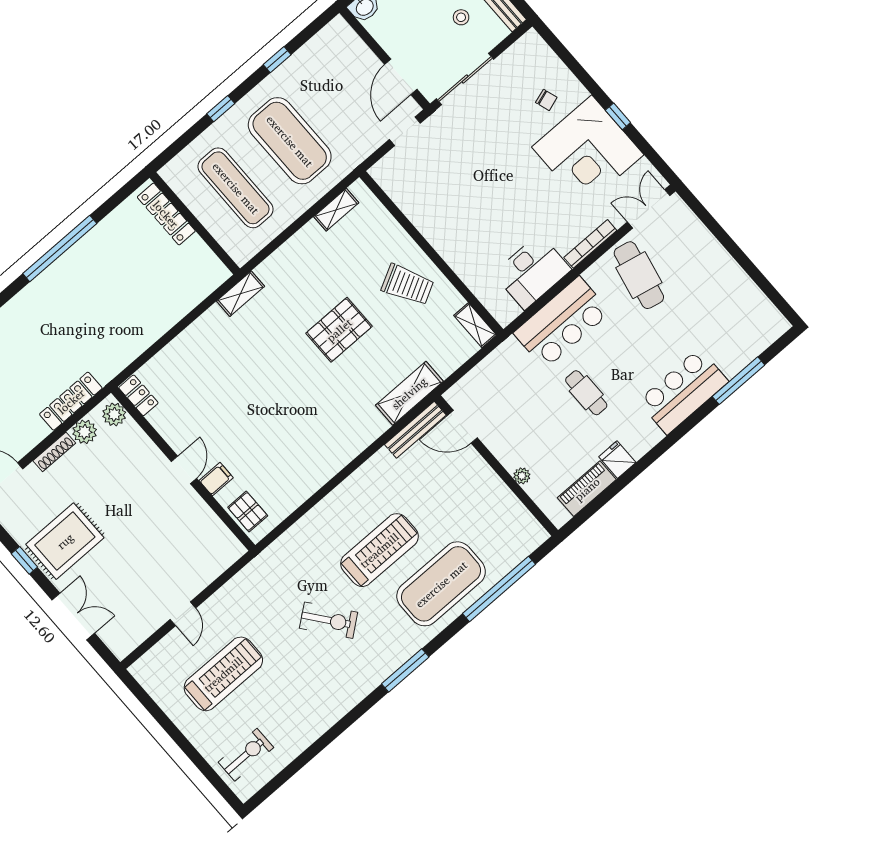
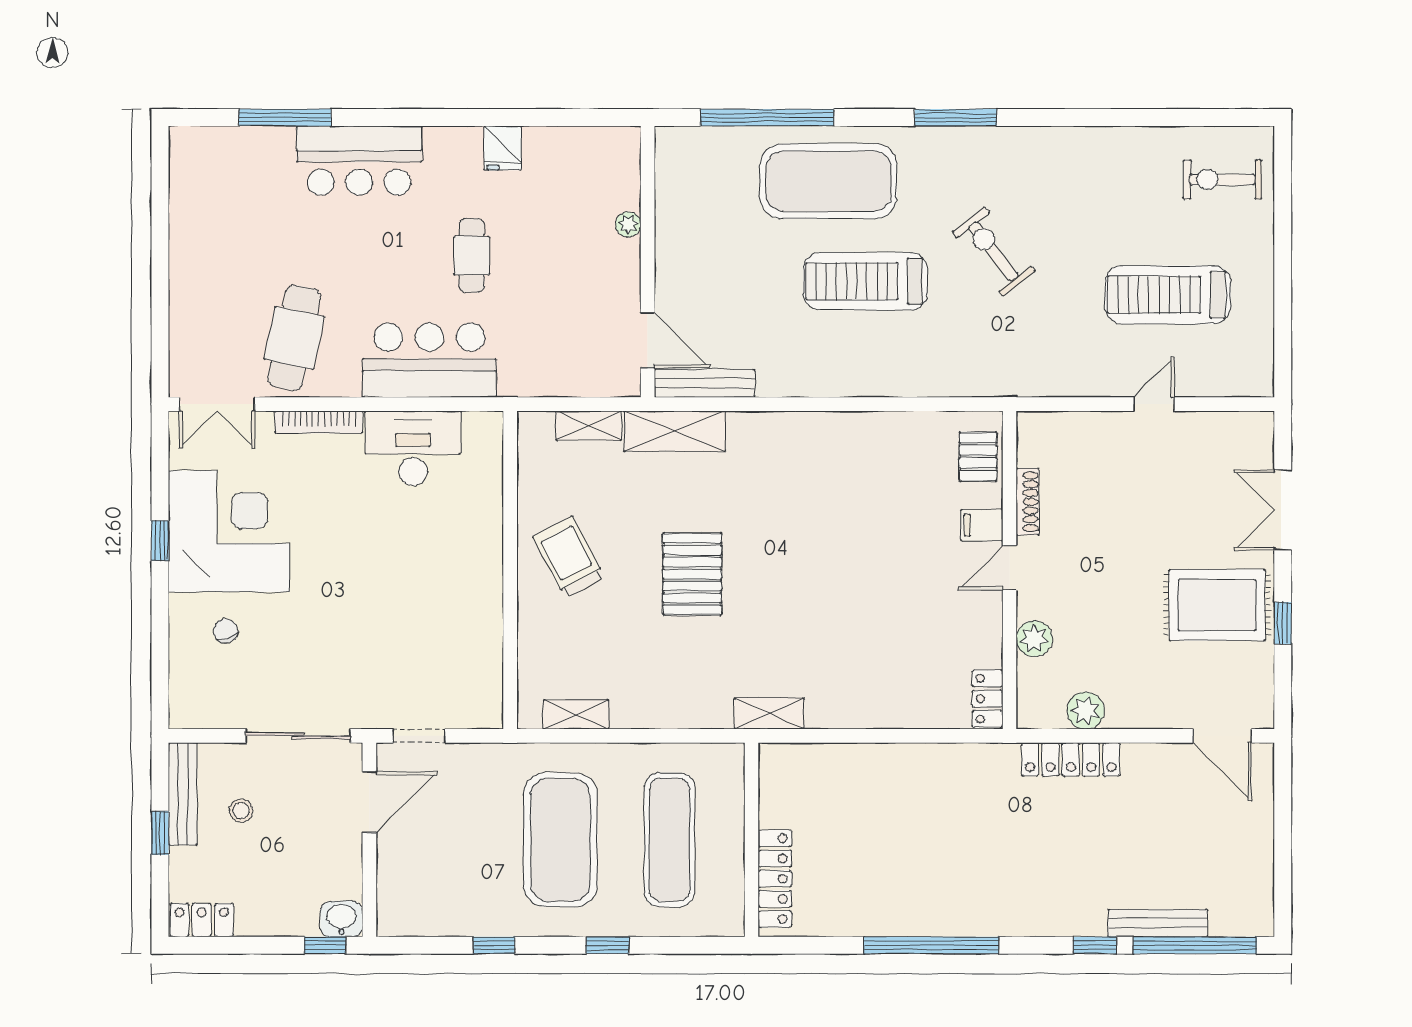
shelving: (475, 325) -> (589, 426), moved, turned 90
pallet: (339, 330) -> (692, 574), turned 90
plant: (114, 414) -> (1034, 639), moved
shoe rack: (54, 452) -> (1028, 502), moved, turned 90
piano: (587, 489) -> (567, 145), removed

